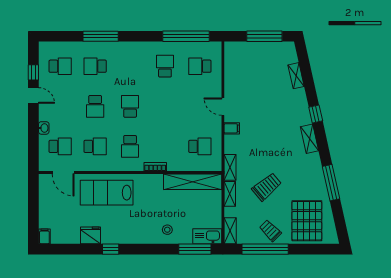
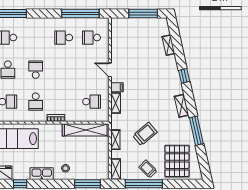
school desk: (165, 66) -> (64, 38), turned -90
shelving: (309, 139) -> (181, 106), moved
shelving: (230, 167) -> (116, 103), moved
kitchen sink: (207, 236) -> (42, 174), moved

